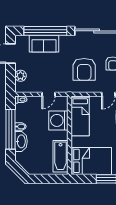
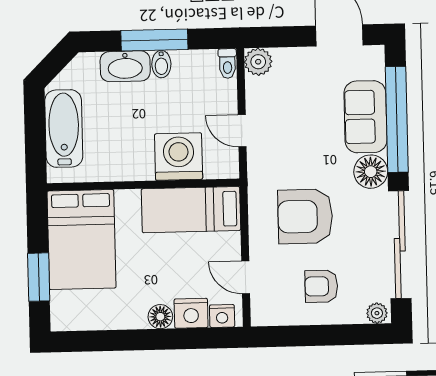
floor lamp: (66, 42) -> (371, 172), added
plant: (20, 76) -> (258, 62), moved
window: (11, 129) -> (154, 40), width x0.68
bathtub: (60, 156) -> (64, 129), moved, turned 90

